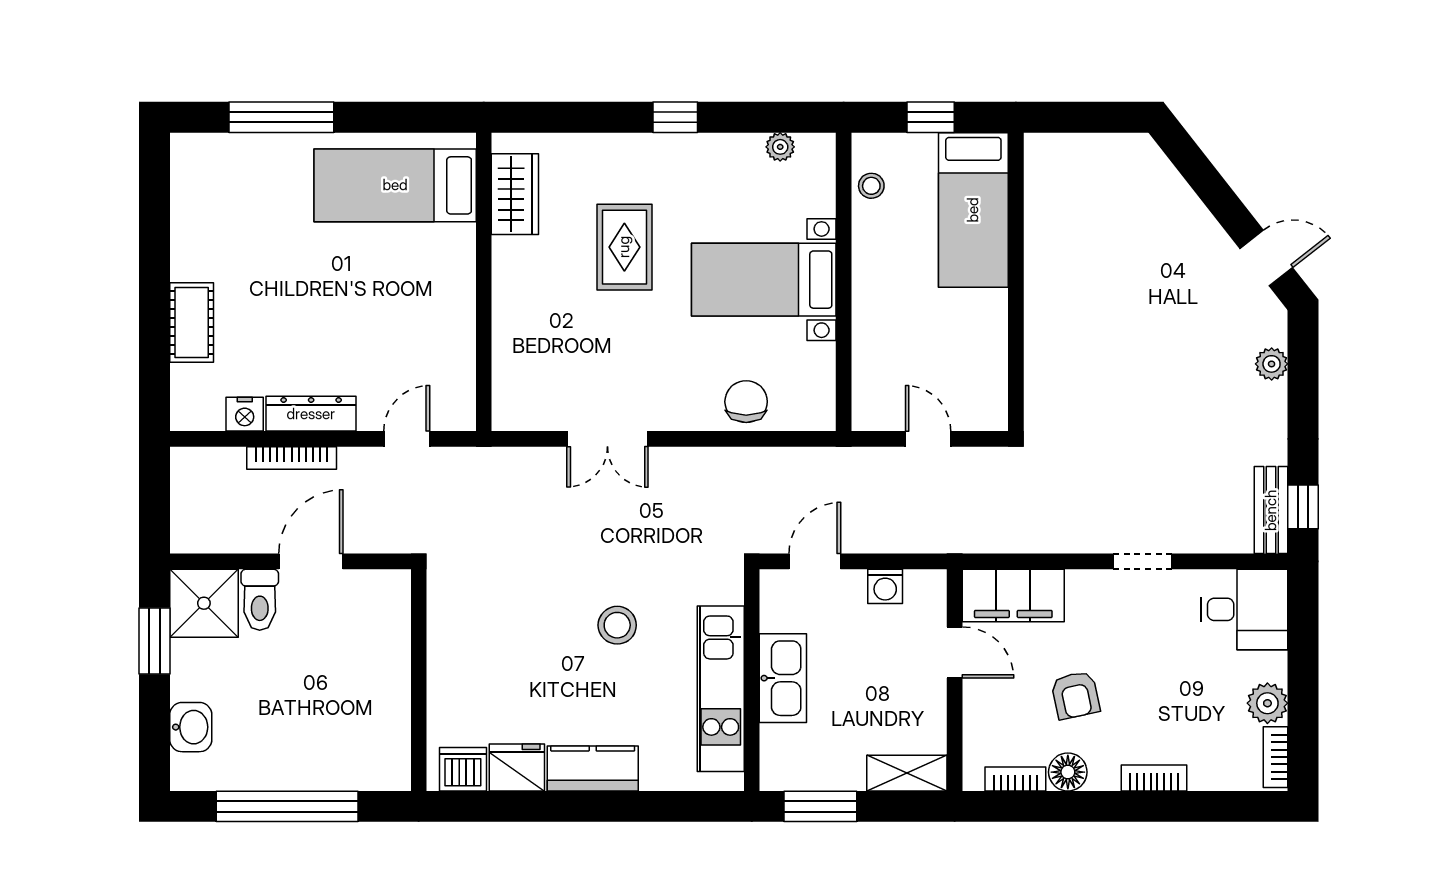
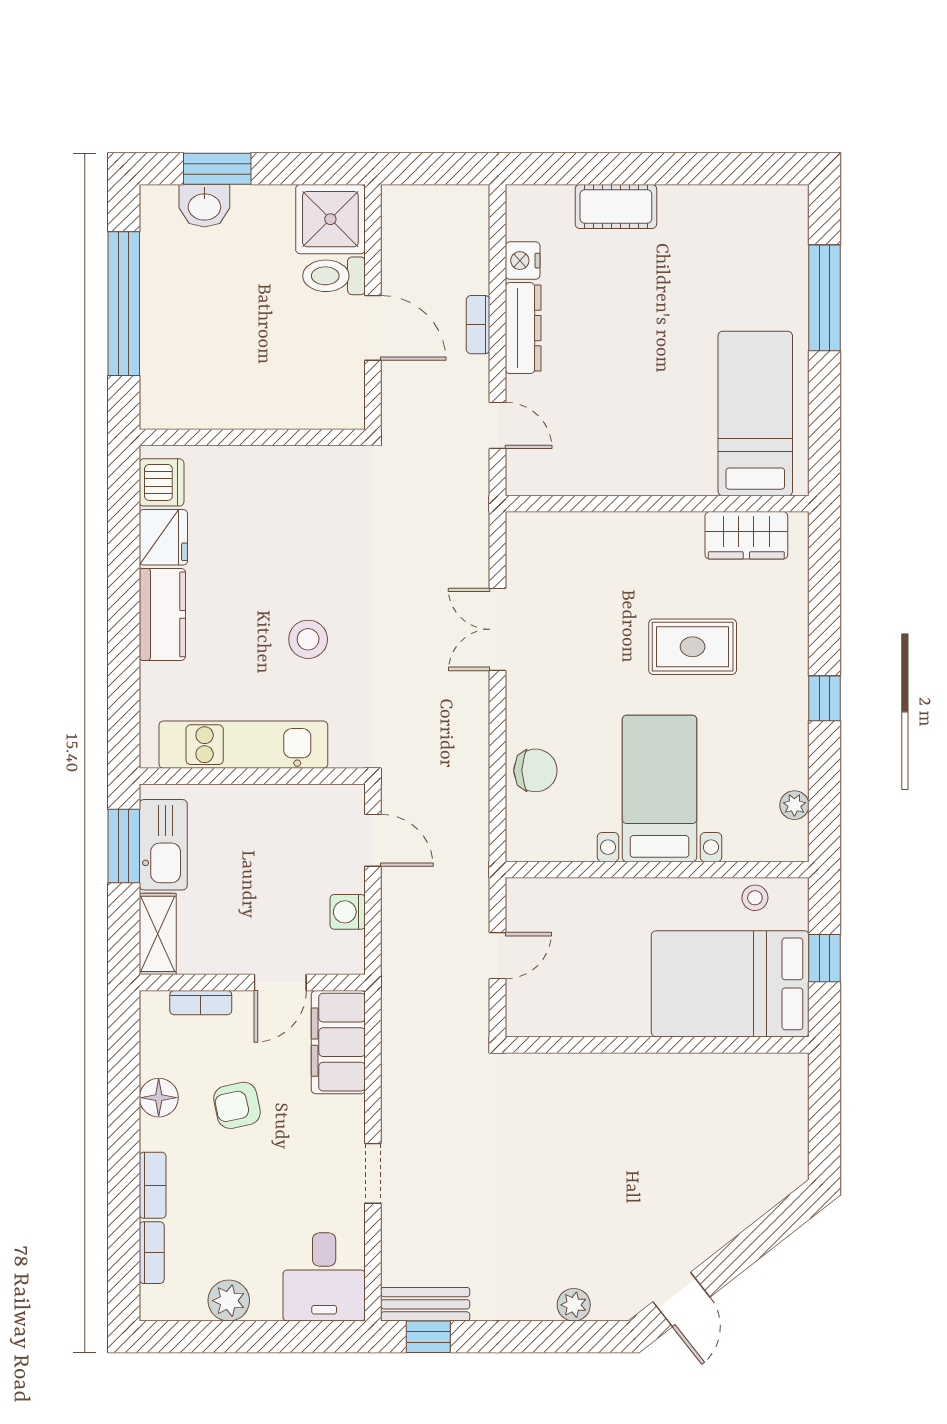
bed: (973, 210) -> (730, 984), width x1.50
bookcase: (292, 458) -> (478, 325), width x0.64
window: (154, 641) -> (217, 169), moved
kitchen sink: (783, 678) -> (163, 845), moved, turned -90
bookcase: (1276, 757) -> (152, 1253), moved, turned 90
bookcase: (1015, 779) -> (201, 1003), moved, turned 90

